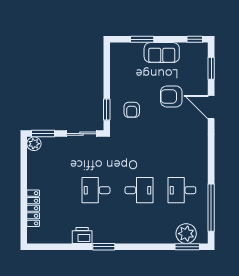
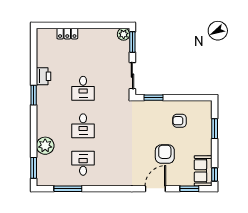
sofa: (162, 53) -> (203, 171), moved
armchair: (132, 110) -> (180, 121), moved
desk: (96, 190) -> (83, 88), turned 180
locker: (33, 208) -> (67, 34), width x0.66
window: (211, 208) -> (68, 189), width x0.68
plant: (186, 234) -> (45, 146), moved

